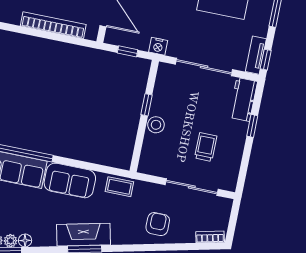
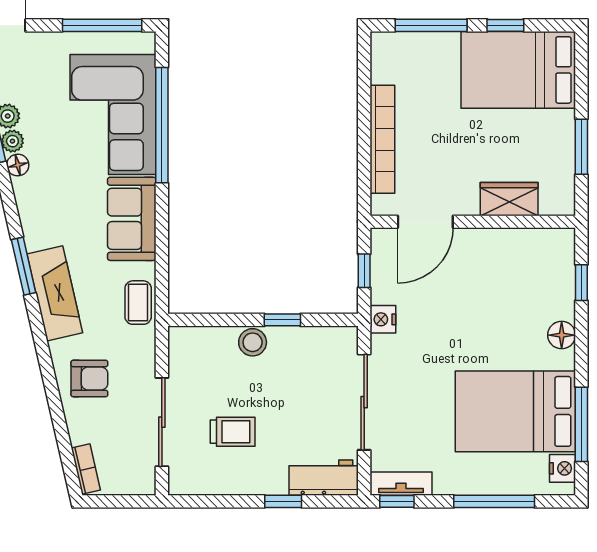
fireplace: (84, 235) -> (55, 293), moved

